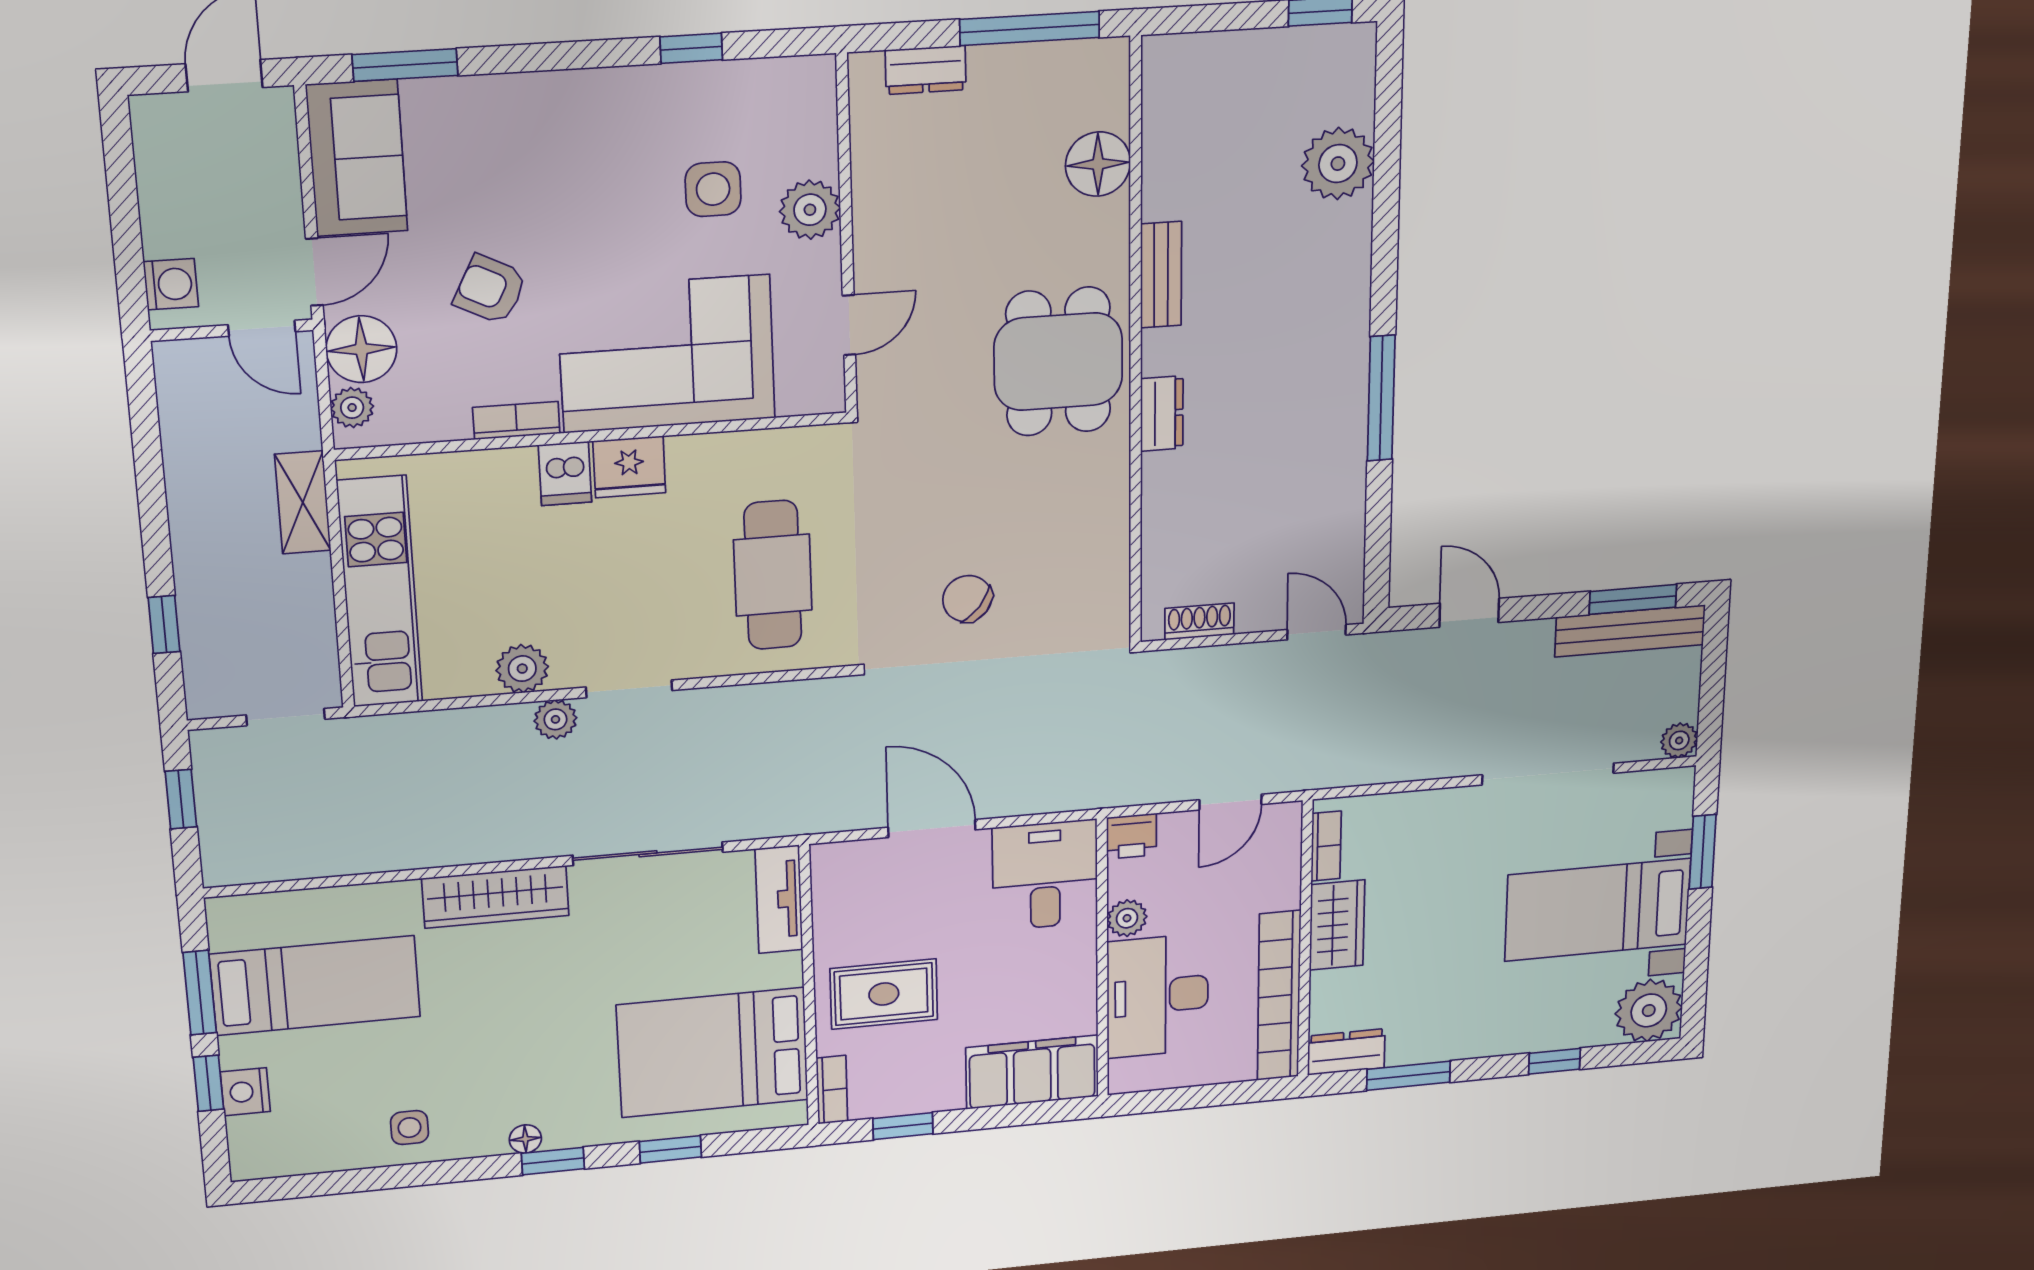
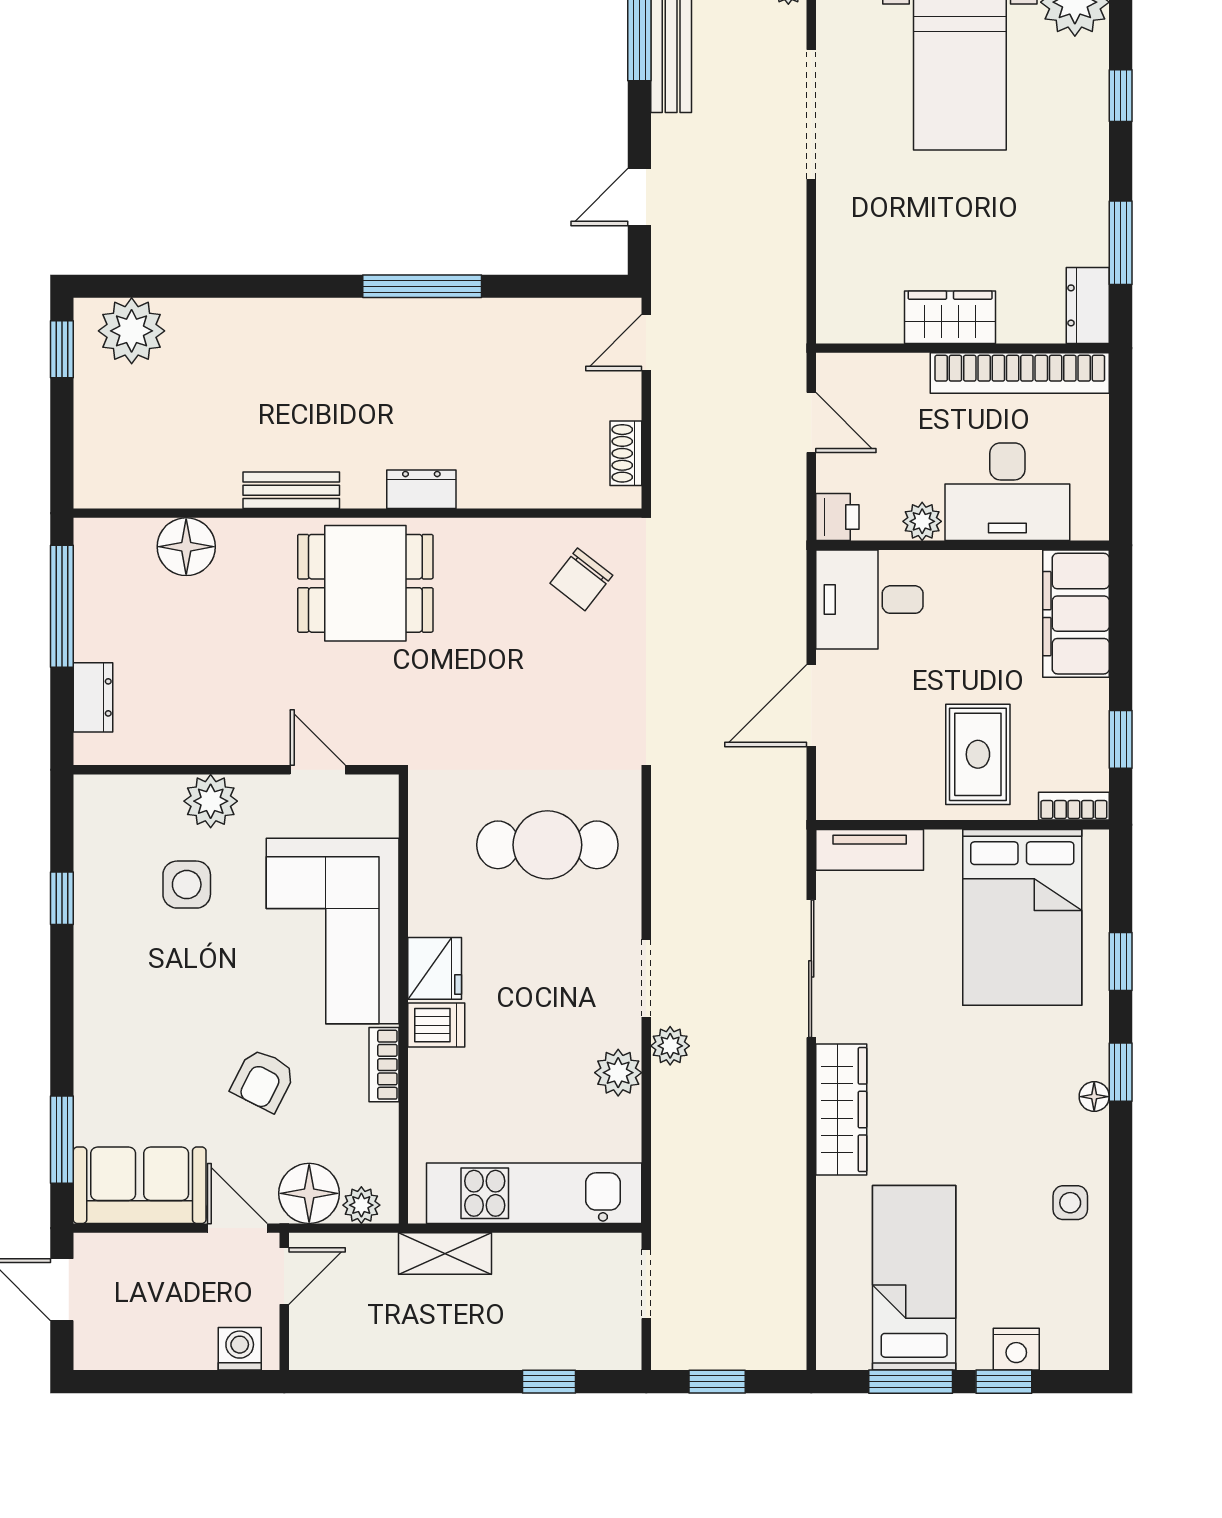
plant: (1338, 164) -> (132, 331), moved
chair: (967, 599) -> (581, 579), moved
bookcase: (1326, 846) -> (866, 329), removed

